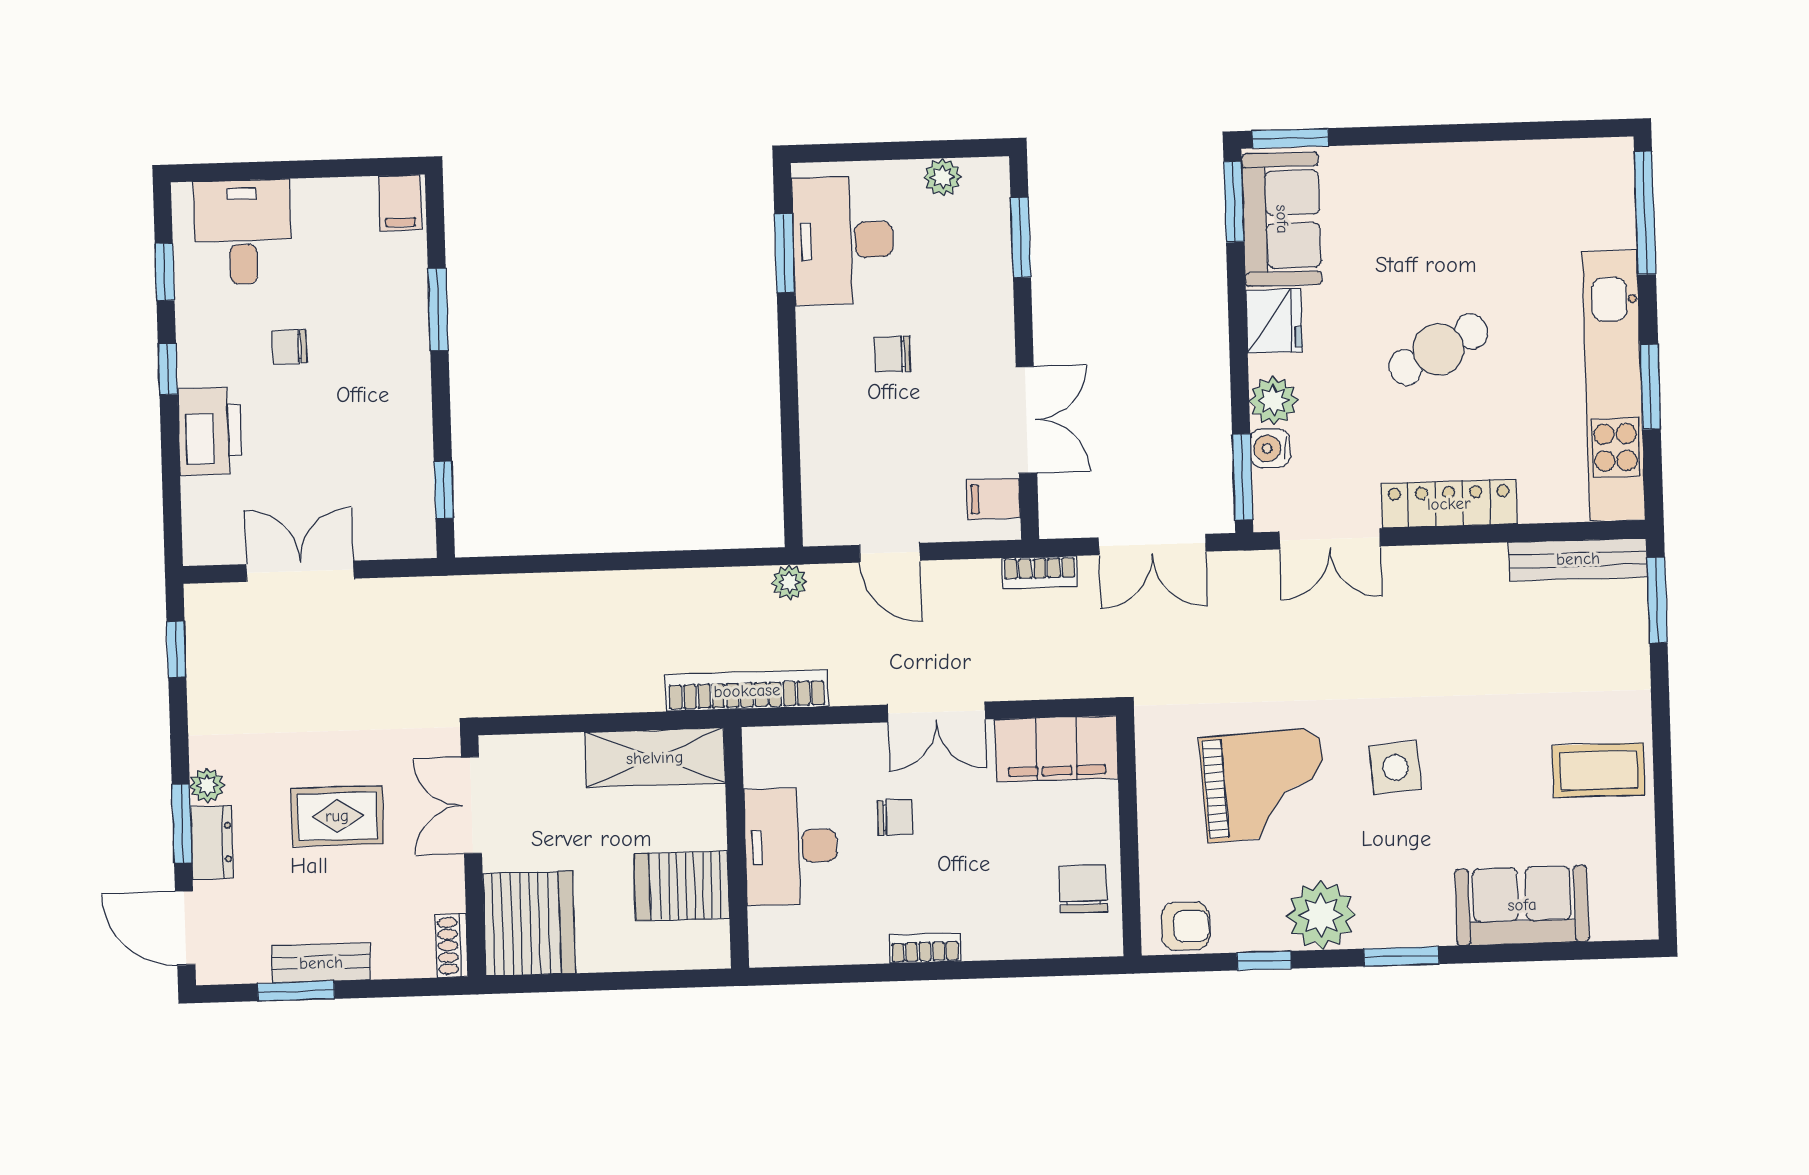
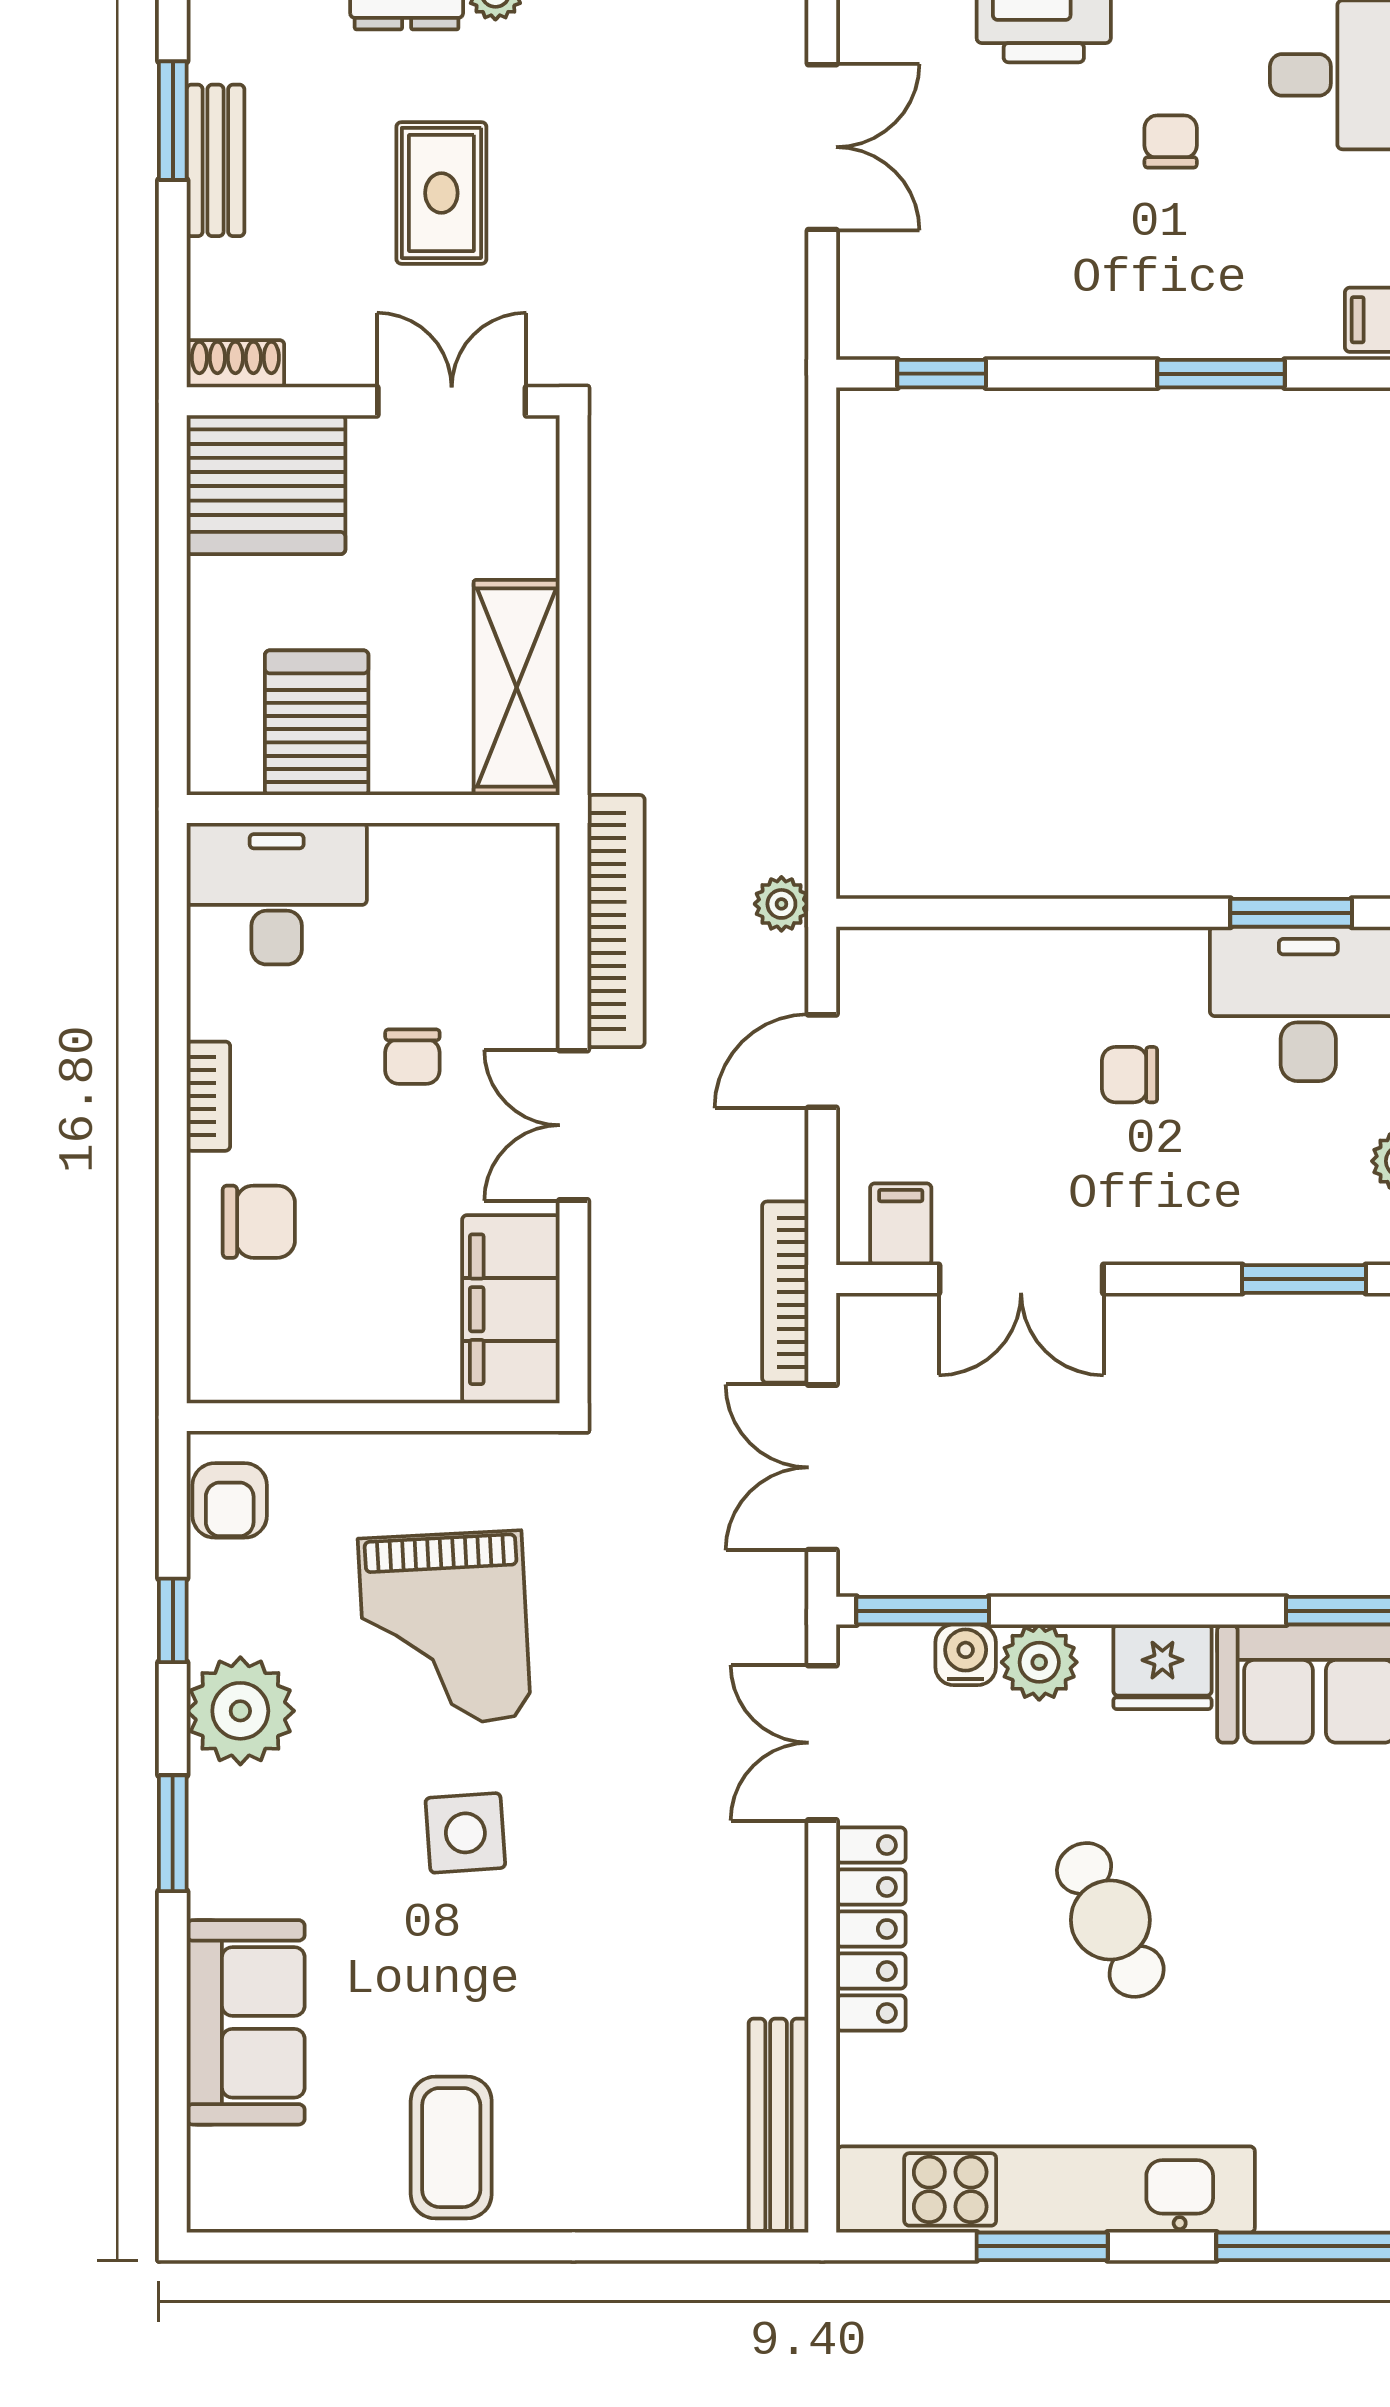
chair: (892, 354) -> (1130, 1075), turned -90
bookcase: (1040, 572) -> (785, 1292), width x1.56
window: (1657, 600) -> (711, 2246), removed
bookcase: (747, 691) -> (616, 921), moved
desk: (791, 846) -> (277, 894), moved
chair: (1083, 889) -> (259, 1222), moved

